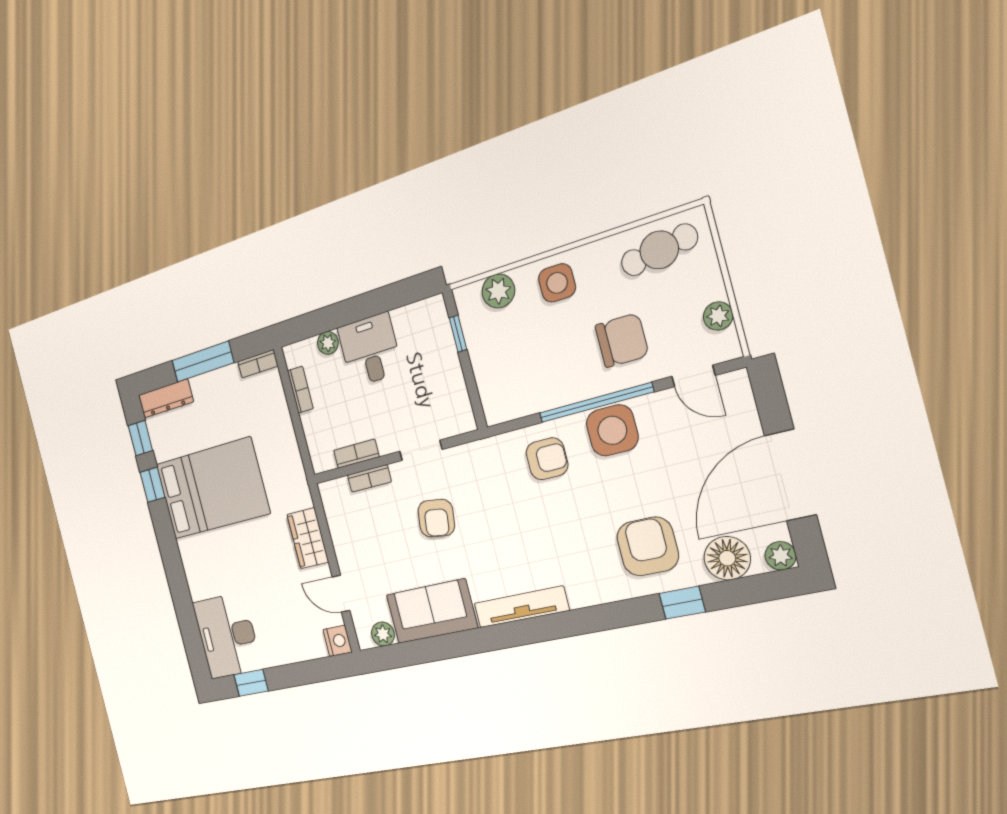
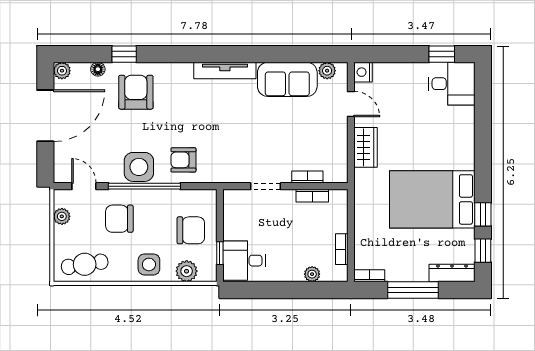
desk: (370, 350) -> (244, 261), moved, turned 90
chair: (508, 355) -> (191, 230), added
armchair: (436, 518) -> (267, 140), removed
armchair: (648, 546) -> (136, 92), turned 180
floor lamp: (727, 558) -> (98, 69), width x0.53, depth x0.53
desk: (227, 636) -> (452, 84), width x0.73

